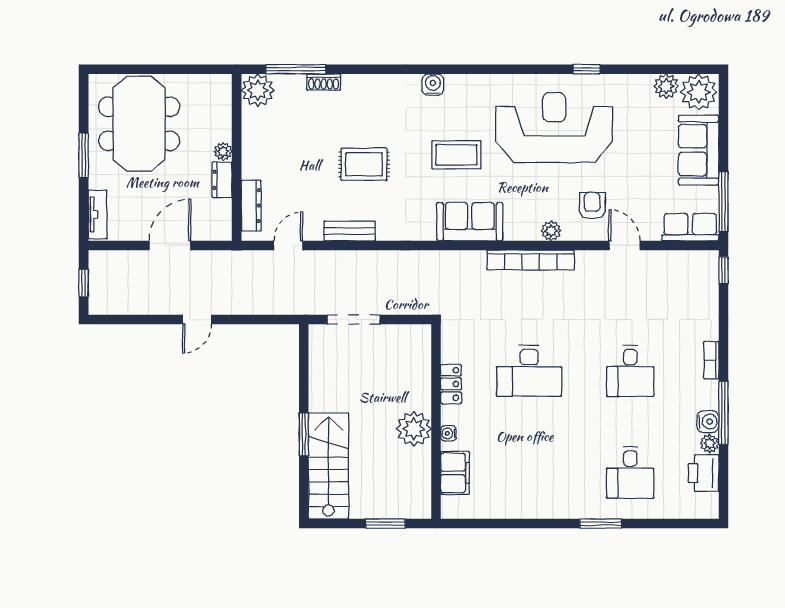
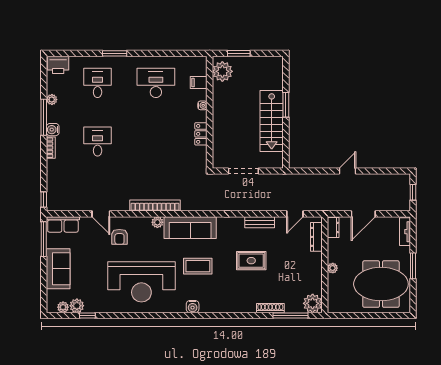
window: (587, 69) -> (87, 316), moved
shoe rack: (324, 82) -> (270, 308), width x1.43
water cooler: (433, 85) -> (193, 307), moved
plant: (699, 92) -> (63, 307), width x0.53, depth x0.53
meeting table: (139, 124) -> (381, 284), turned 90
dresser: (222, 180) -> (333, 227), moved
sofa: (470, 222) -> (190, 228), width x1.36
plant: (551, 231) -> (157, 222), moved
doorway: (354, 320) -> (243, 171), moved
desk: (529, 371) -> (156, 83), moved
water cooler: (708, 422) -> (53, 130), moved
plant: (414, 429) -> (222, 71), moved
stairs: (328, 466) -> (272, 121), moved
filing cabinet: (455, 473) -> (199, 83), width x0.50
printer: (704, 473) -> (58, 65), moved, turned 90

